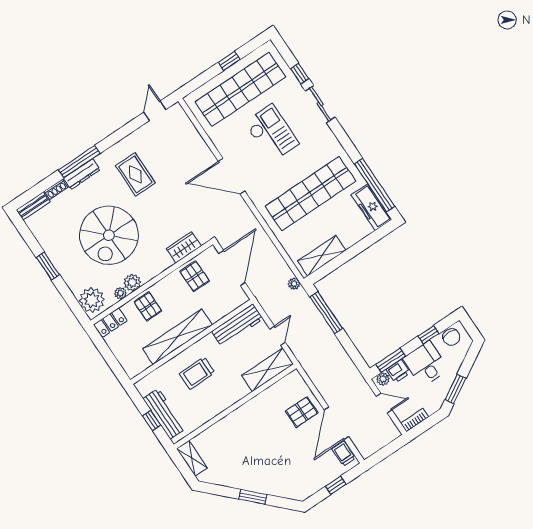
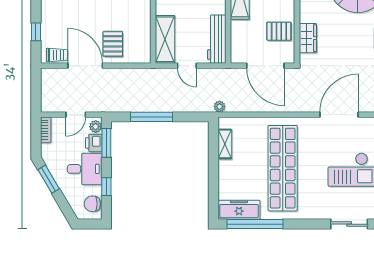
shelving: (322, 256) -> (225, 144), width x0.67, depth x0.75
window: (326, 313) -> (151, 117), moved

